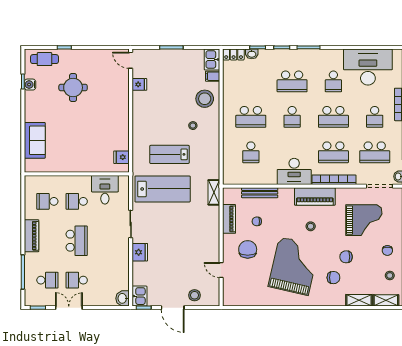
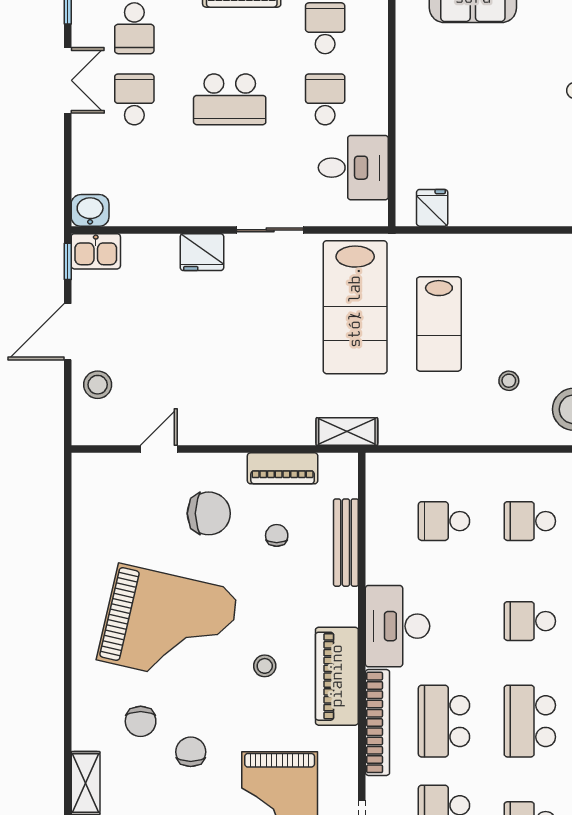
school desk: (251, 117) -> (530, 521), width x0.54
lab bench: (169, 154) -> (439, 324), turned 180

